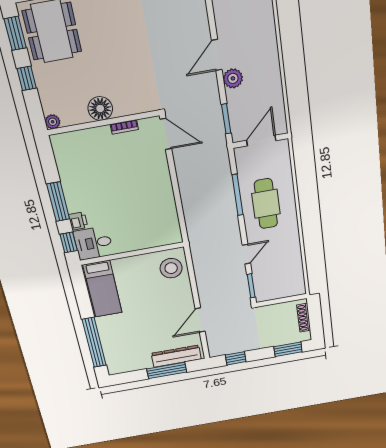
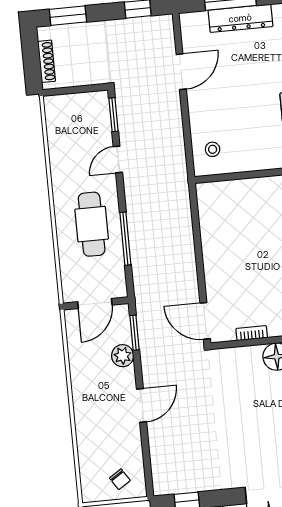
plant: (233, 78) -> (123, 356), moved
stool: (171, 268) -> (213, 149), width x0.53, depth x0.53
dresser: (176, 356) -> (240, 18), moved

